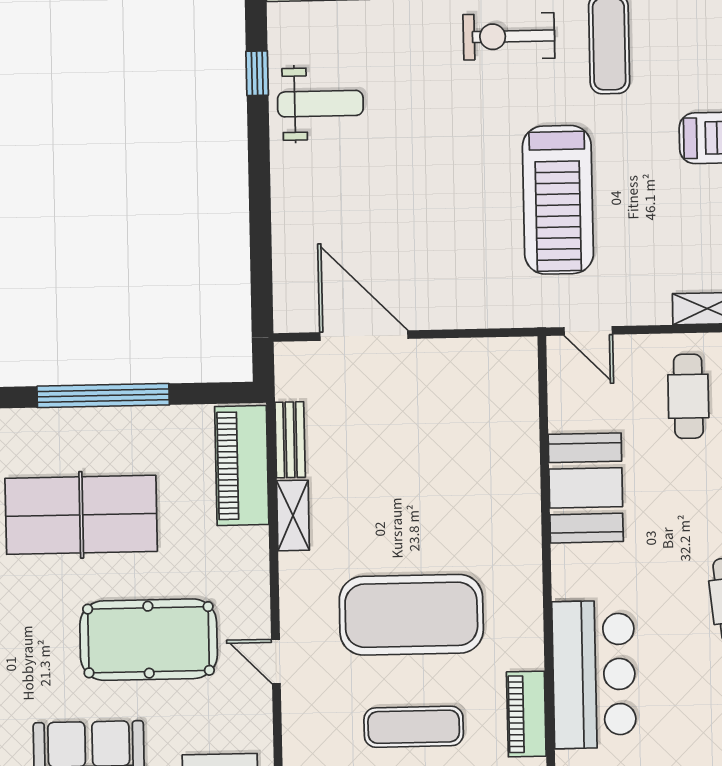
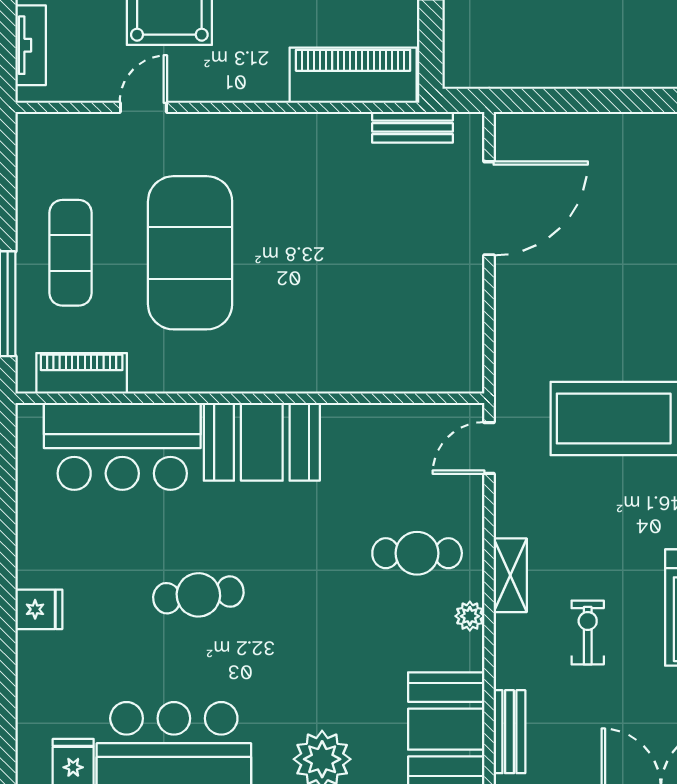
bench: (290, 440) -> (412, 127), moved
booth: (586, 488) -> (262, 442), moved
shelving: (293, 515) -> (299, 129), removed

